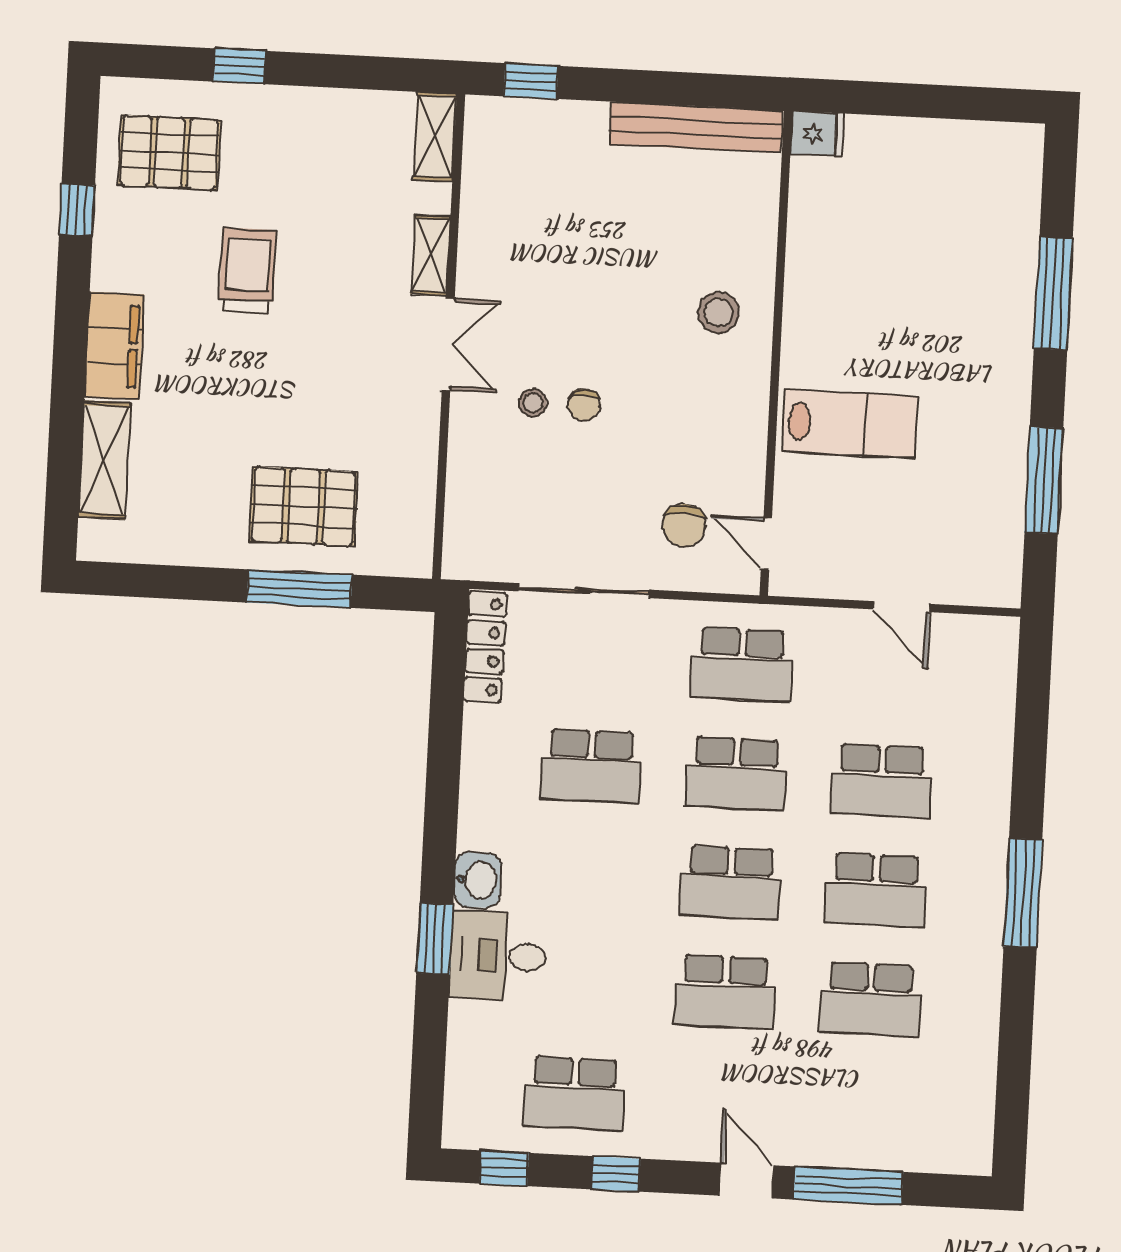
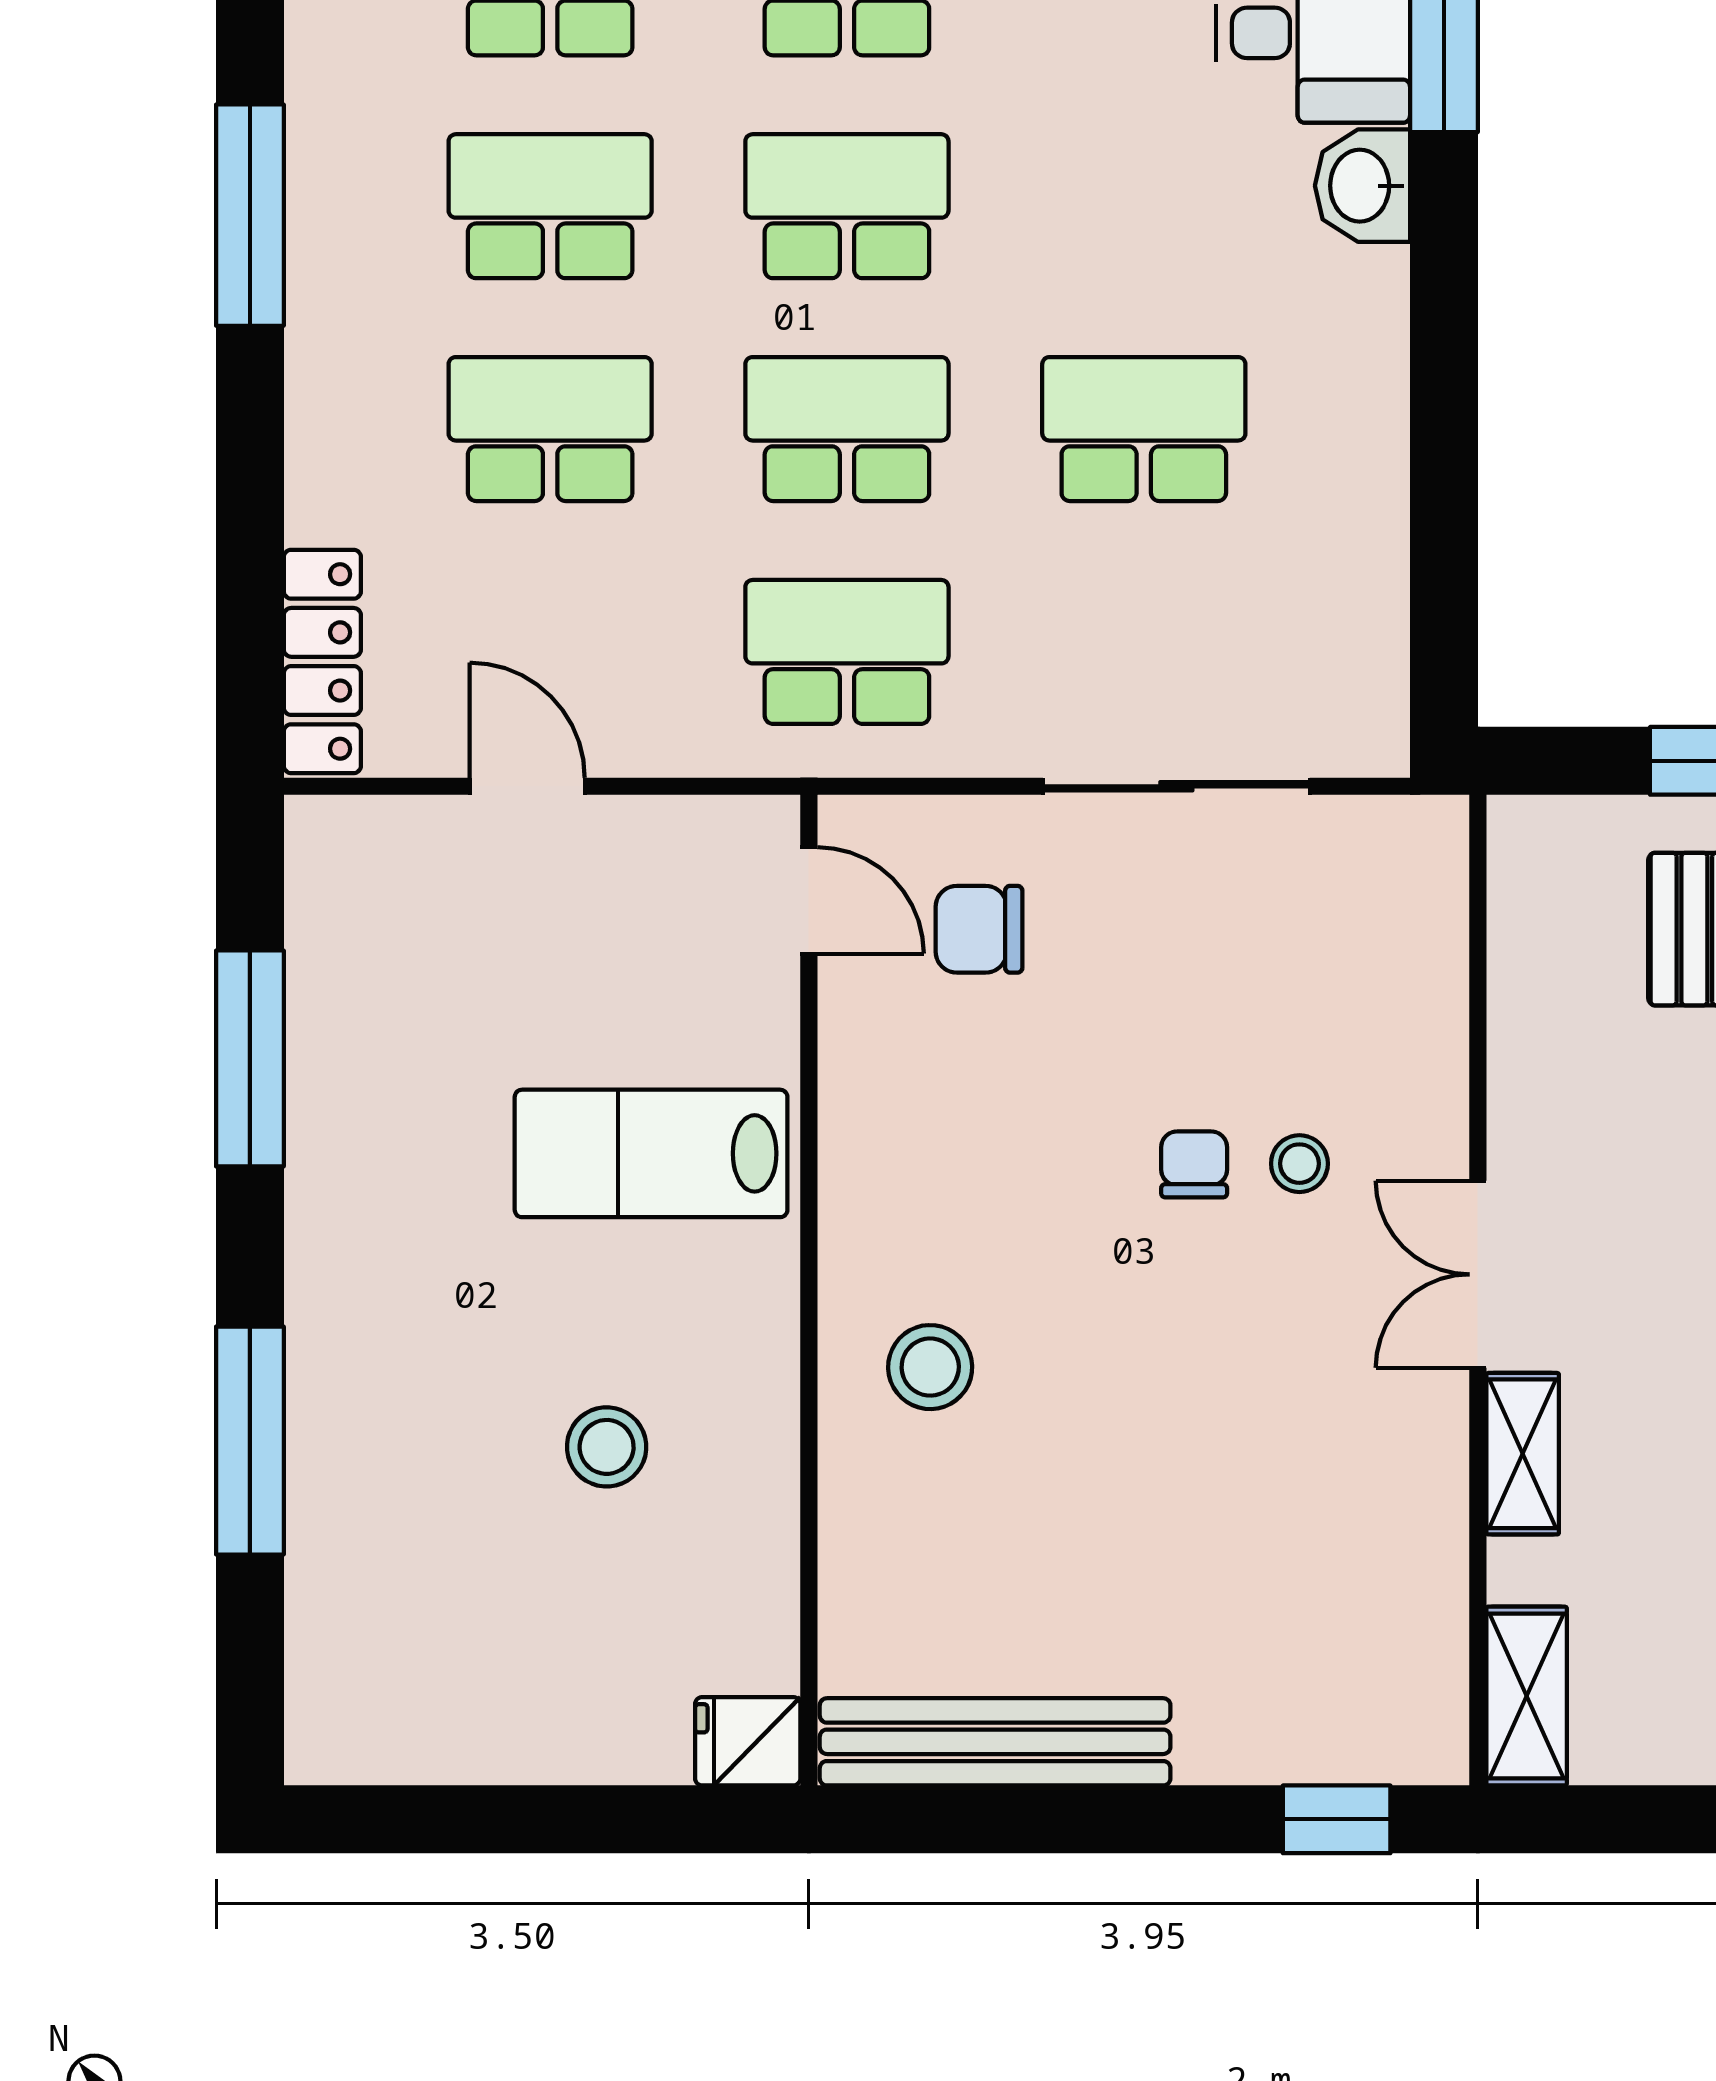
stool: (879, 281) -> (607, 1447), added
chair: (684, 526) -> (979, 929), turned -90
locker: (485, 647) -> (322, 661), moved, turned 180

